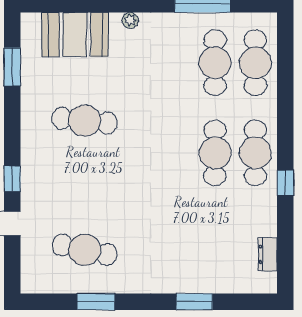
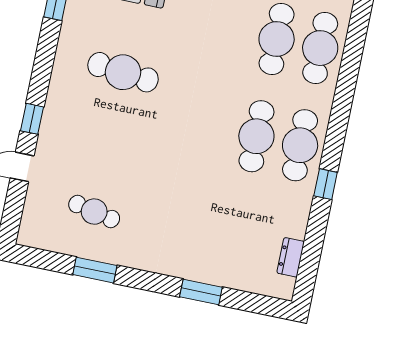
cafe table: (85, 250) -> (94, 212), width x0.73, depth x0.74

